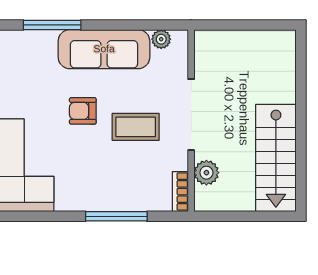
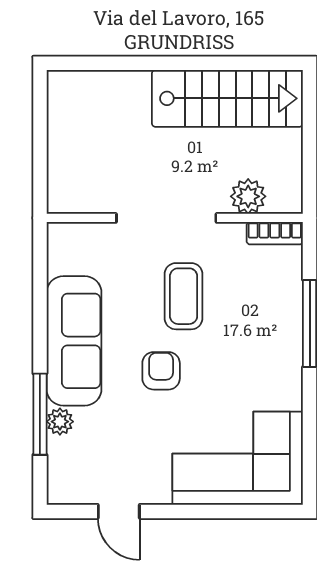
plant: (161, 39) -> (60, 422), moved
armchair: (83, 111) -> (161, 371), turned 180

